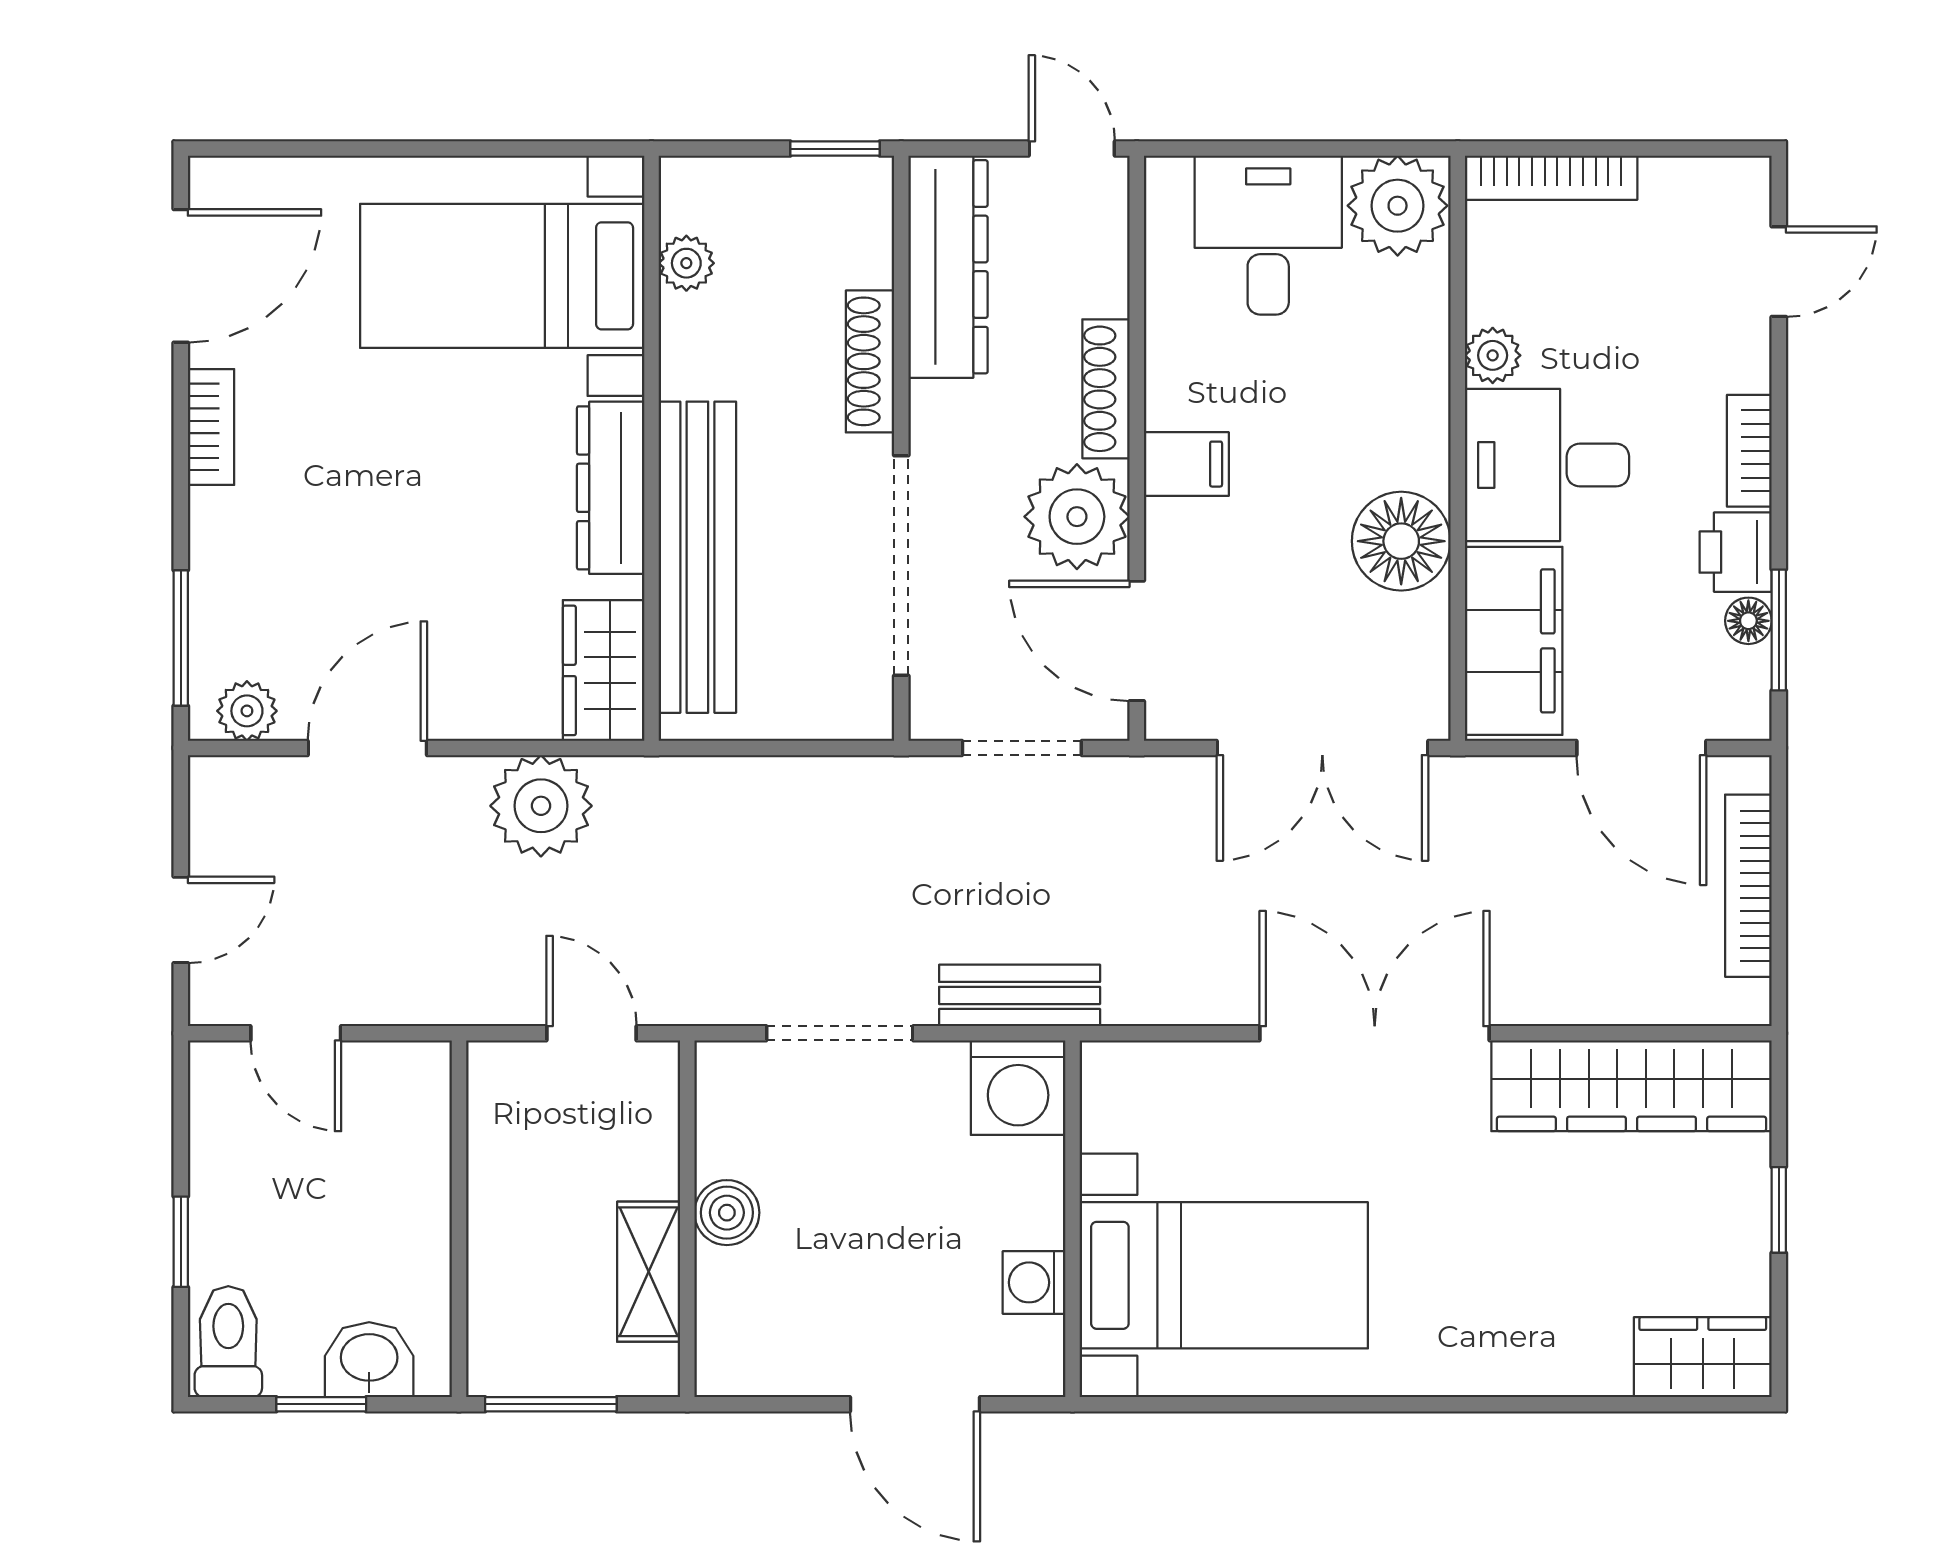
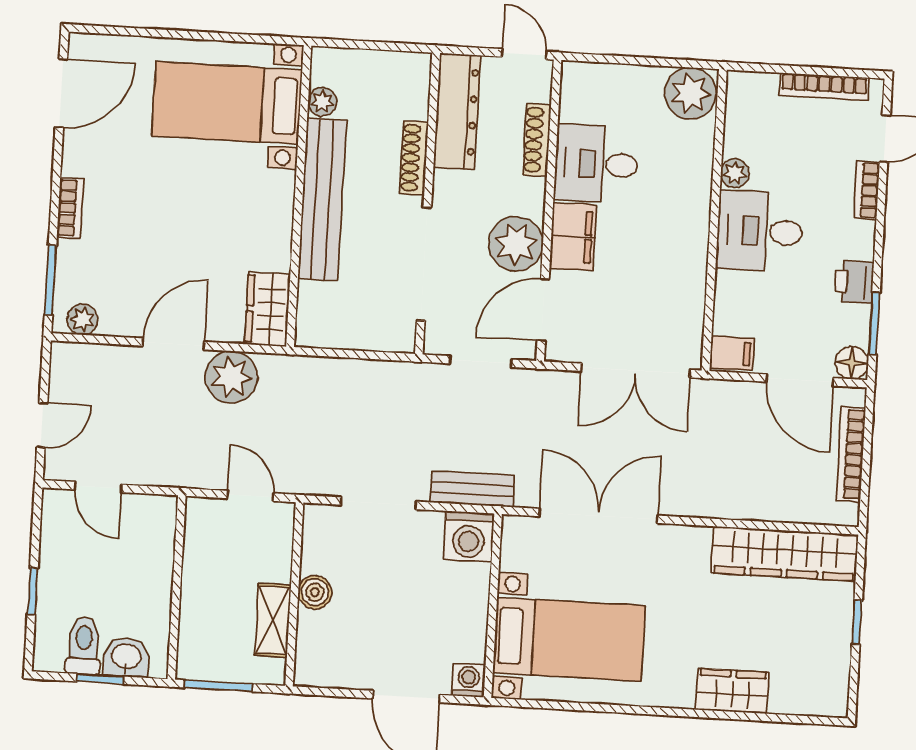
window: (835, 149) -> (402, 47), removed
bookcase: (1551, 178) -> (824, 87), moved
desk: (1268, 235) -> (596, 164), moved, turned -90
shoe rack: (1106, 389) -> (537, 140), moved
bookcase: (211, 427) -> (70, 208), moved
bookcase: (1749, 451) -> (867, 190), moved
filing cabinet: (1186, 464) -> (573, 237), width x2.00
dresser: (611, 488) -> (277, 215), removed
floor lamp: (1401, 541) -> (682, 266), removed
bench: (697, 557) -> (322, 199), moved
floor lamp: (1748, 621) -> (852, 363), moved, width x1.37, depth x1.37
door: (1137, 641) -> (543, 310), hinge flipped
filing cabinet: (1514, 641) -> (732, 353), width x0.33, depth x0.86
door: (367, 748) -> (174, 344), moved
double door: (1375, 1033) -> (598, 516), moved
washing machine: (1034, 1282) -> (469, 680), moved, turned 90
toilet: (228, 1342) -> (84, 646), moved
wardrobe: (1703, 1357) -> (732, 691), moved

